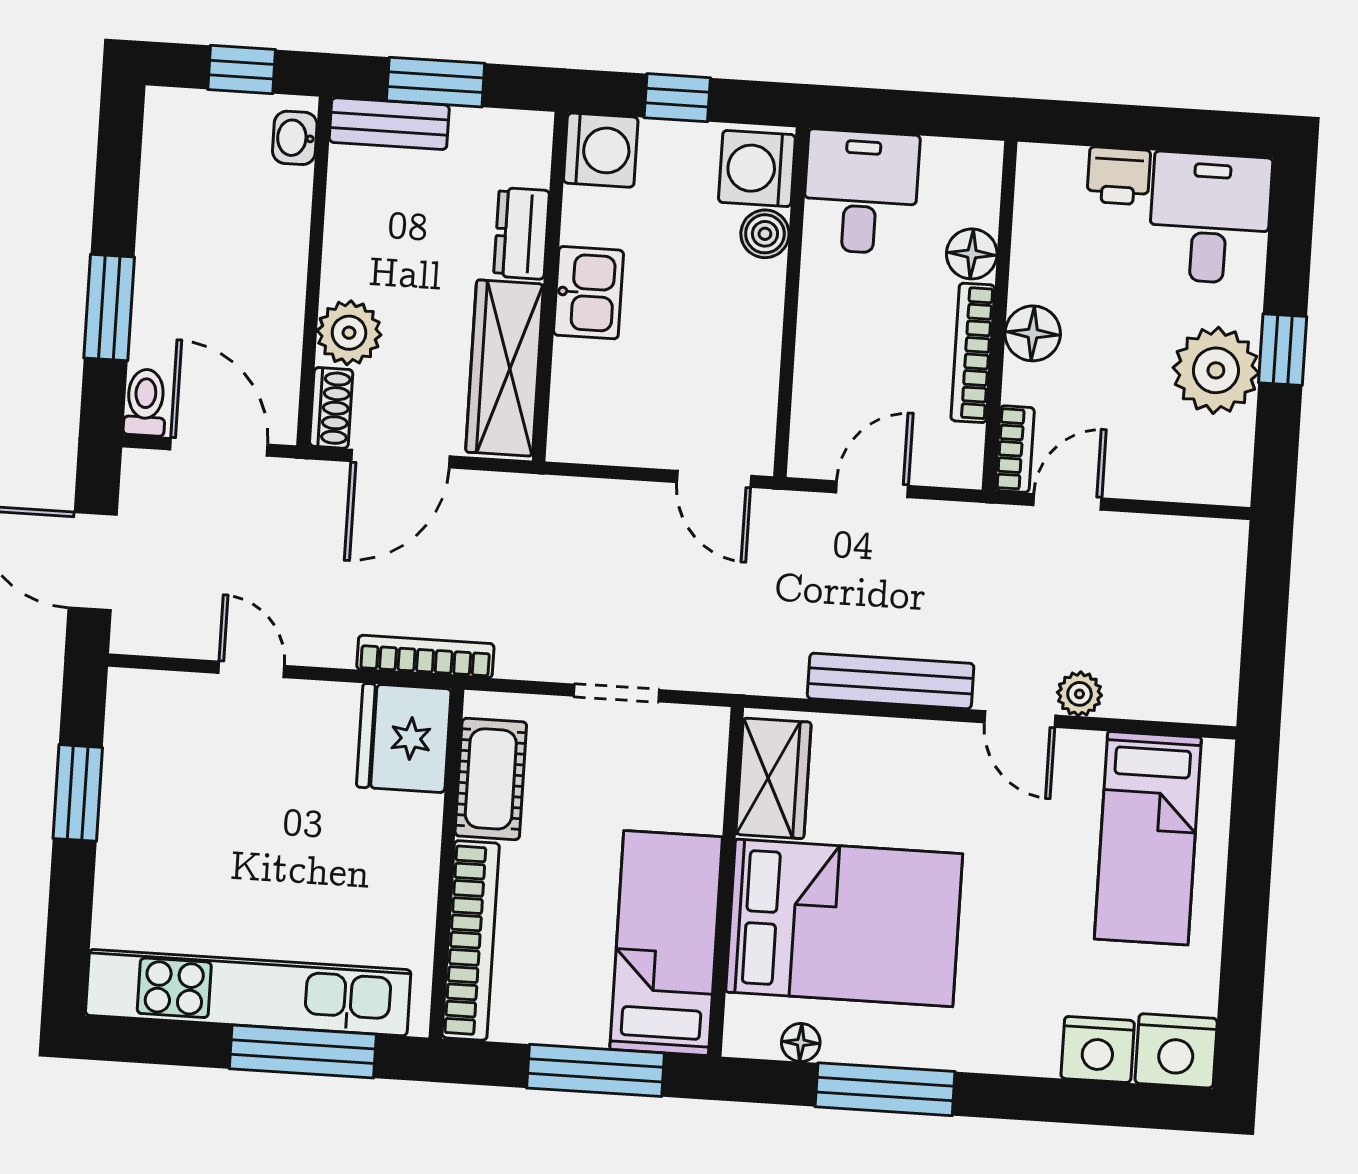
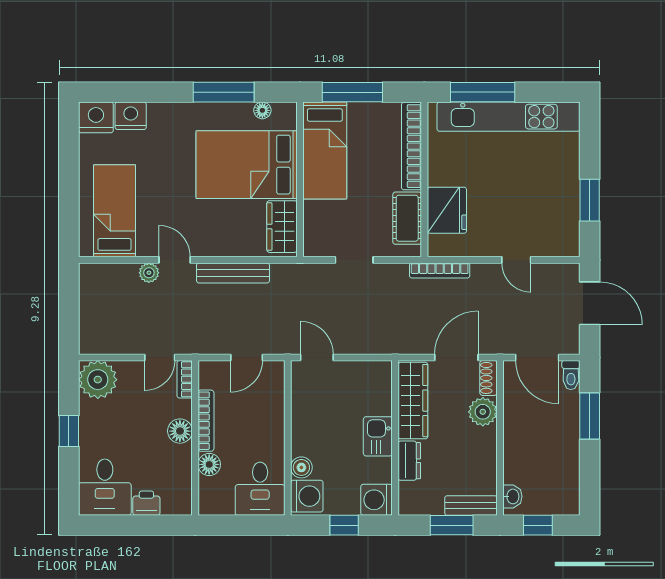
plant: (1216, 370) -> (98, 380), moved
fridge: (404, 738) -> (447, 210), moved

